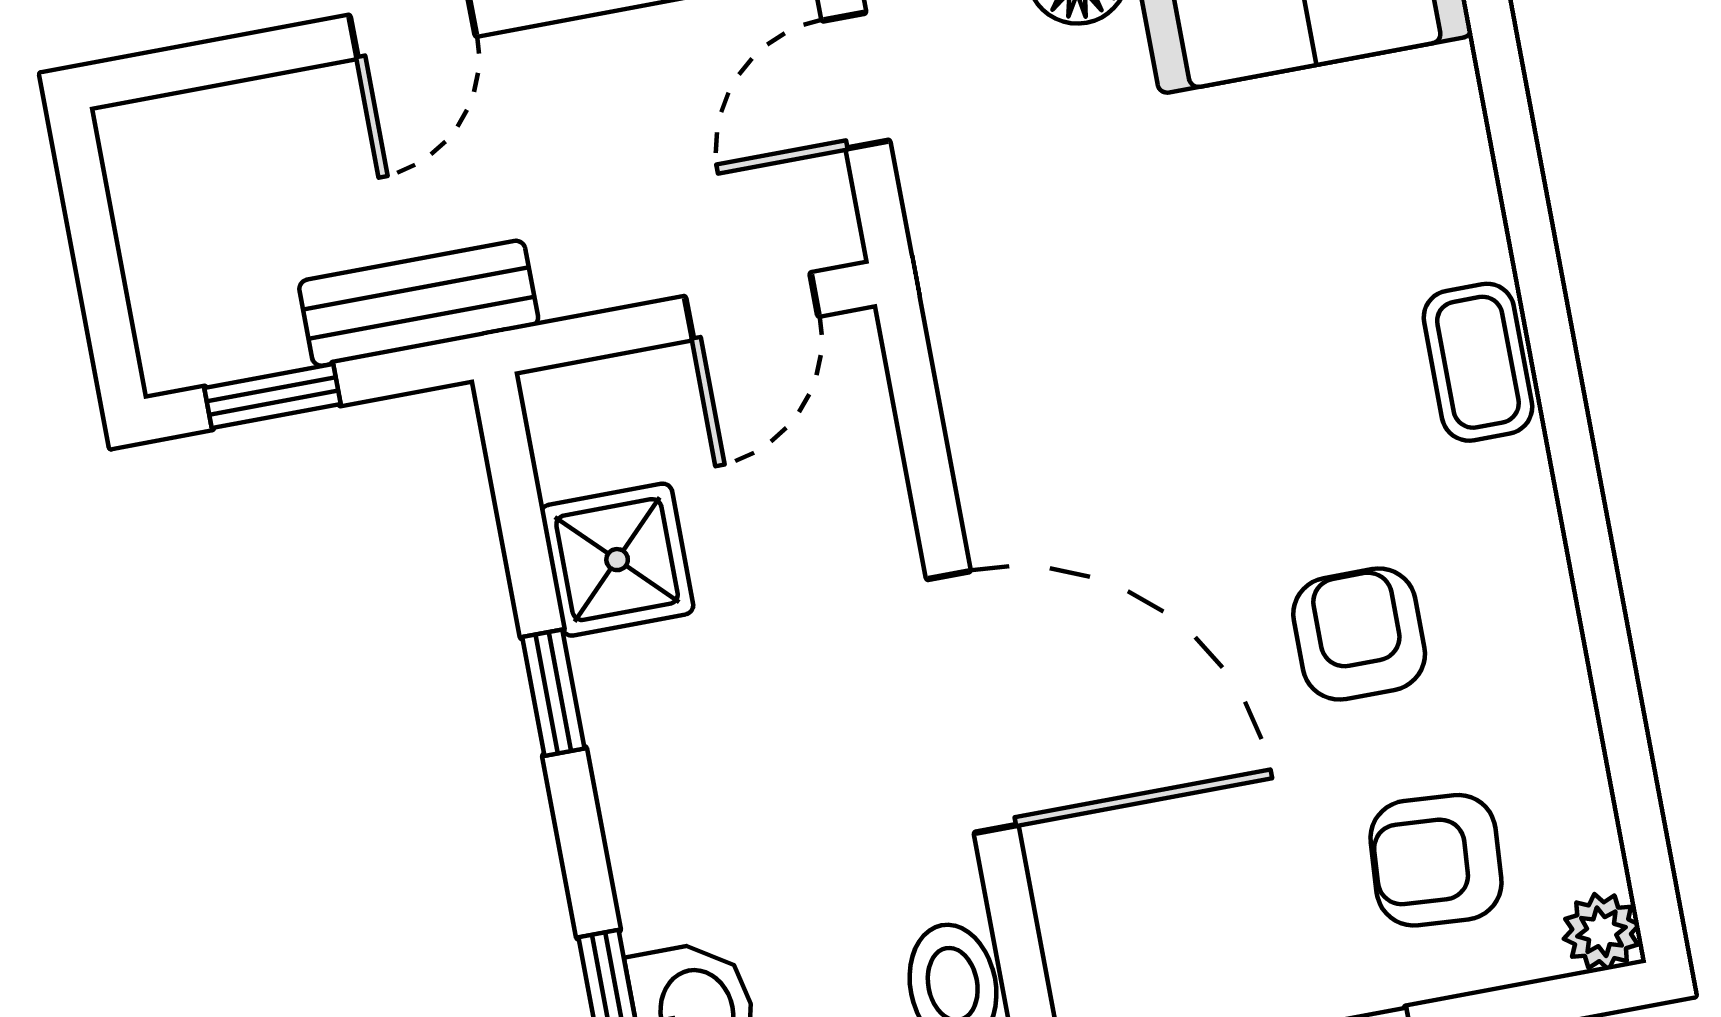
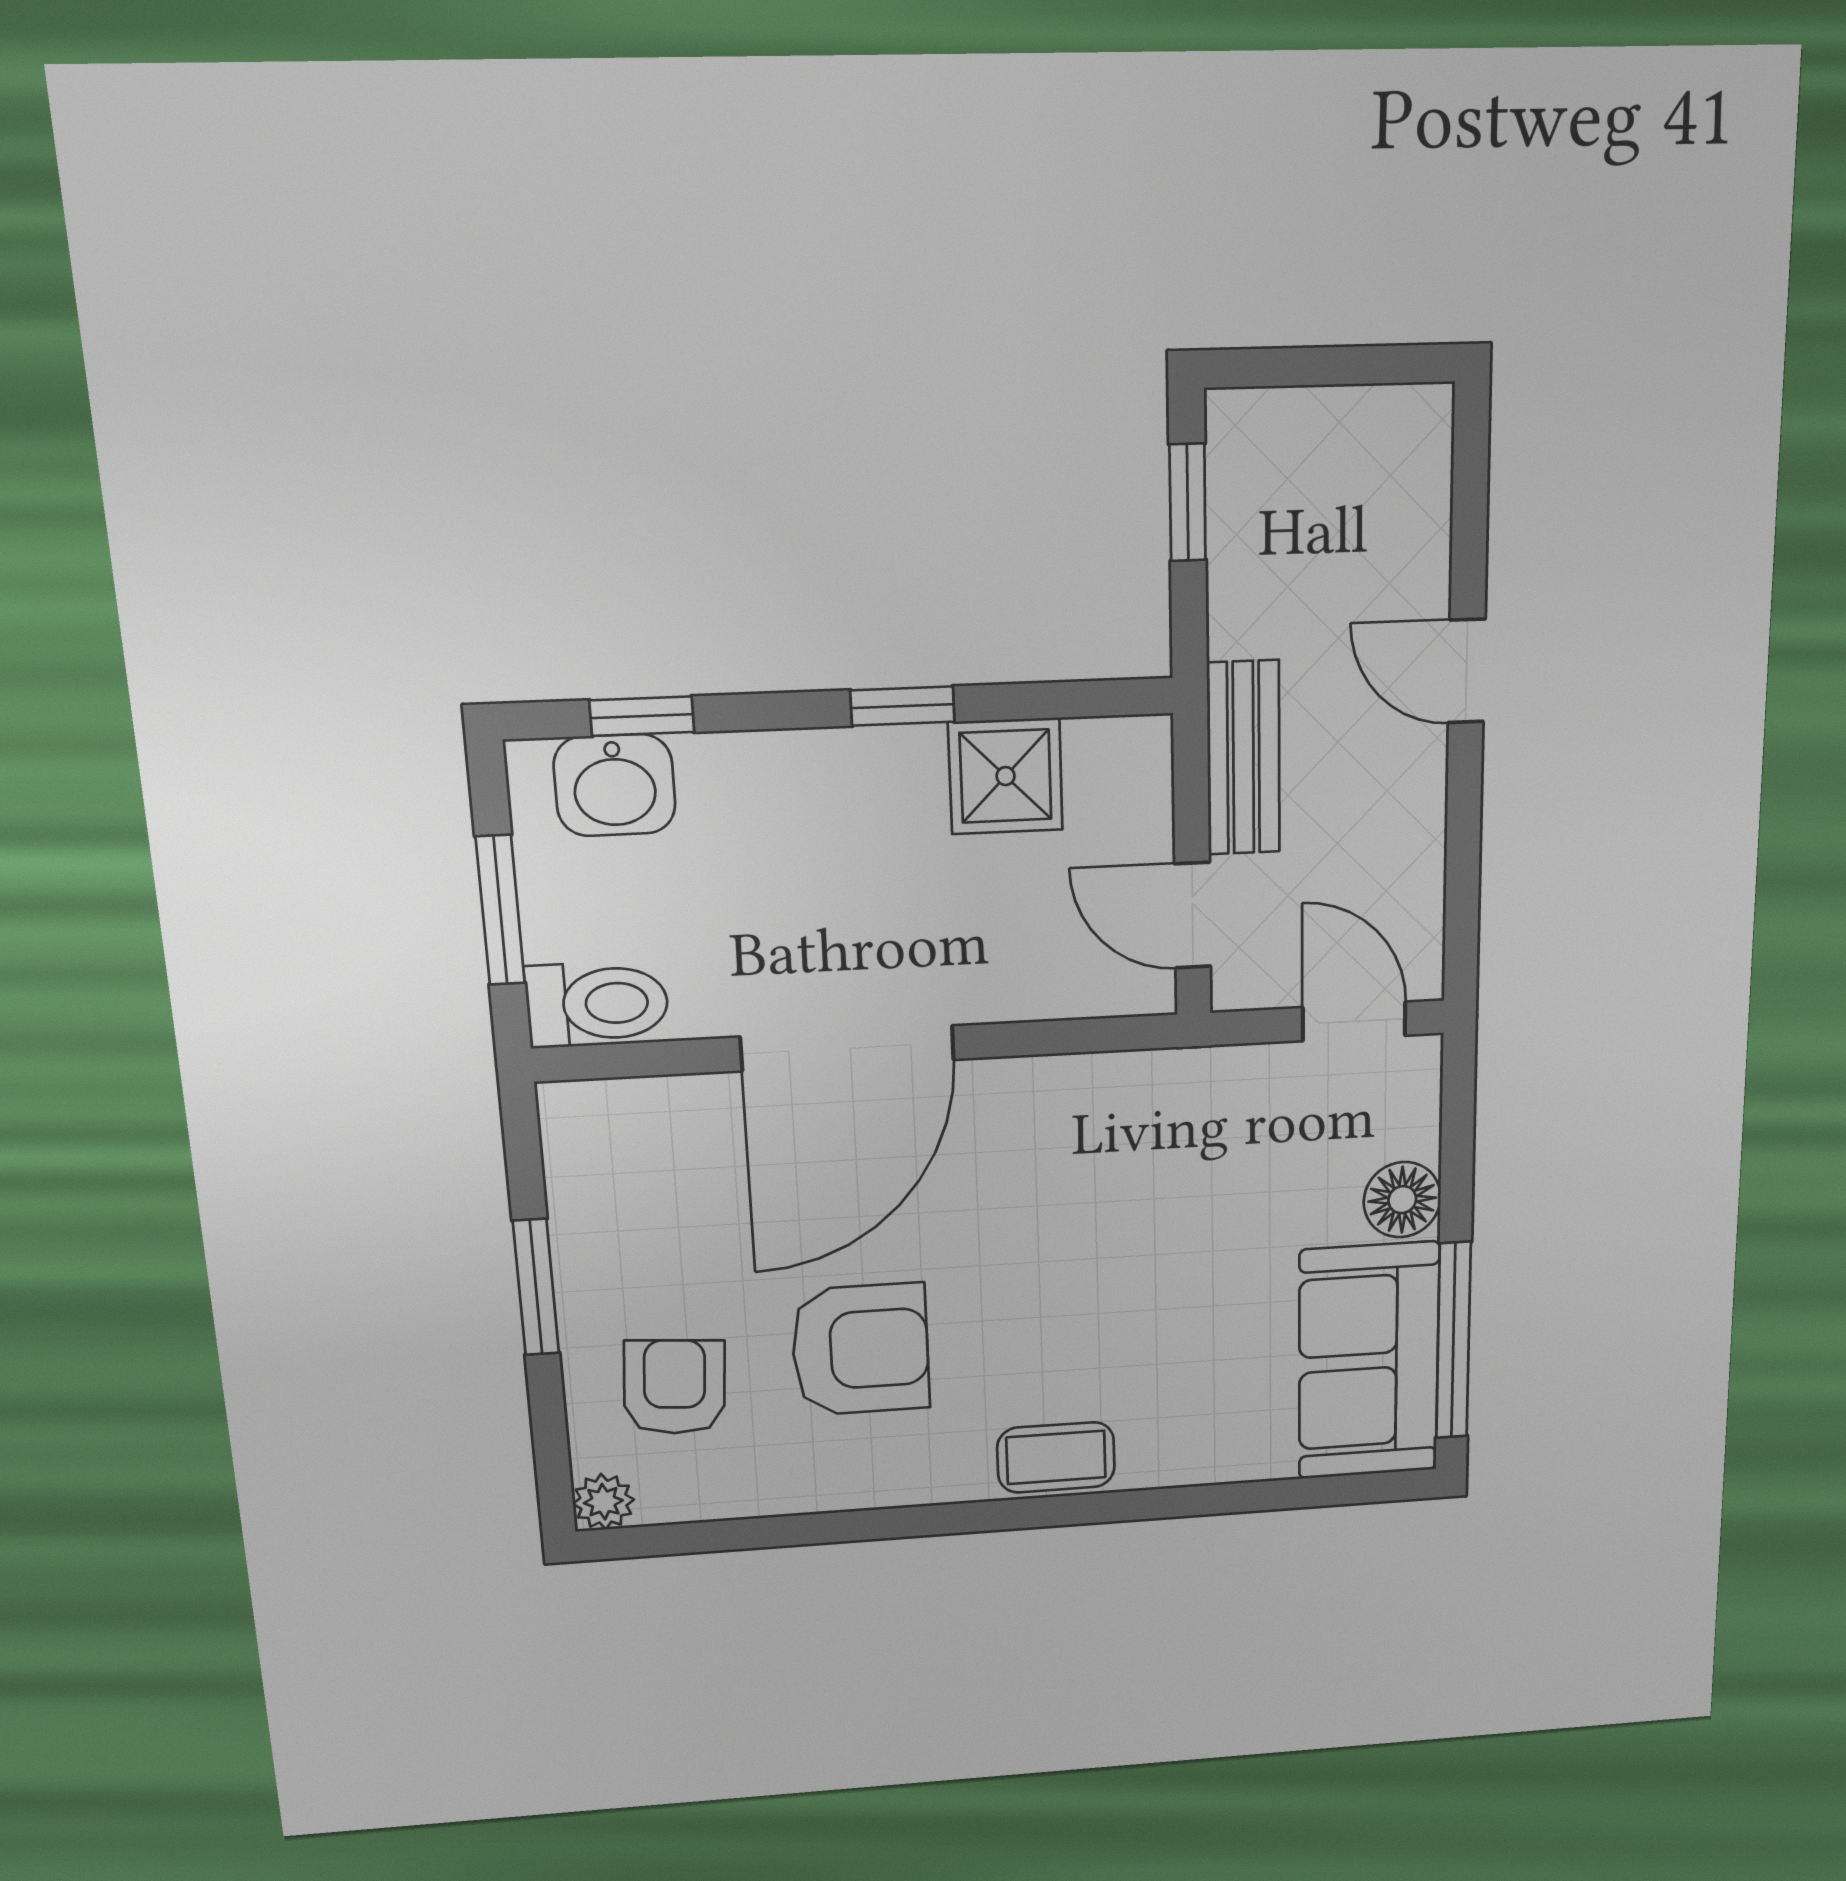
bench: (419, 303) -> (1243, 758), moved
armchair: (1359, 634) -> (860, 1349), width x1.38, depth x1.38

